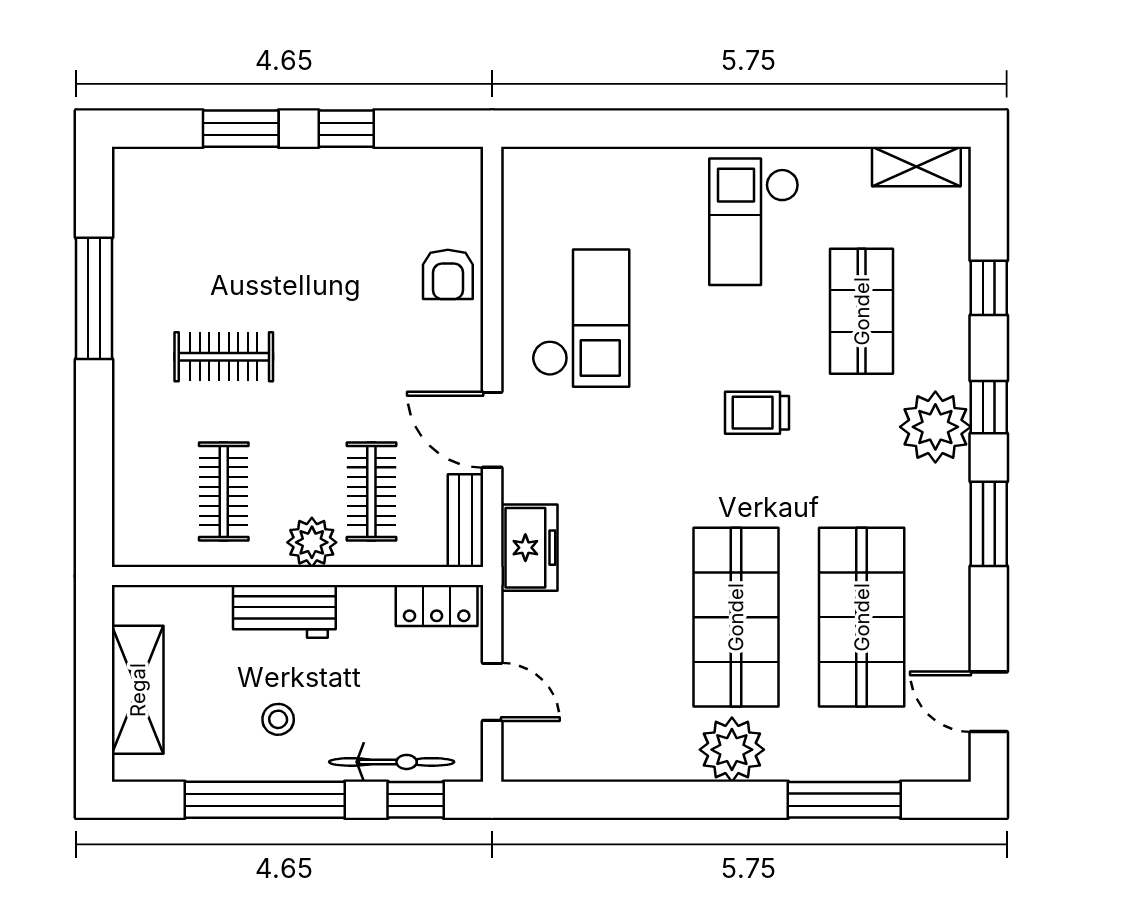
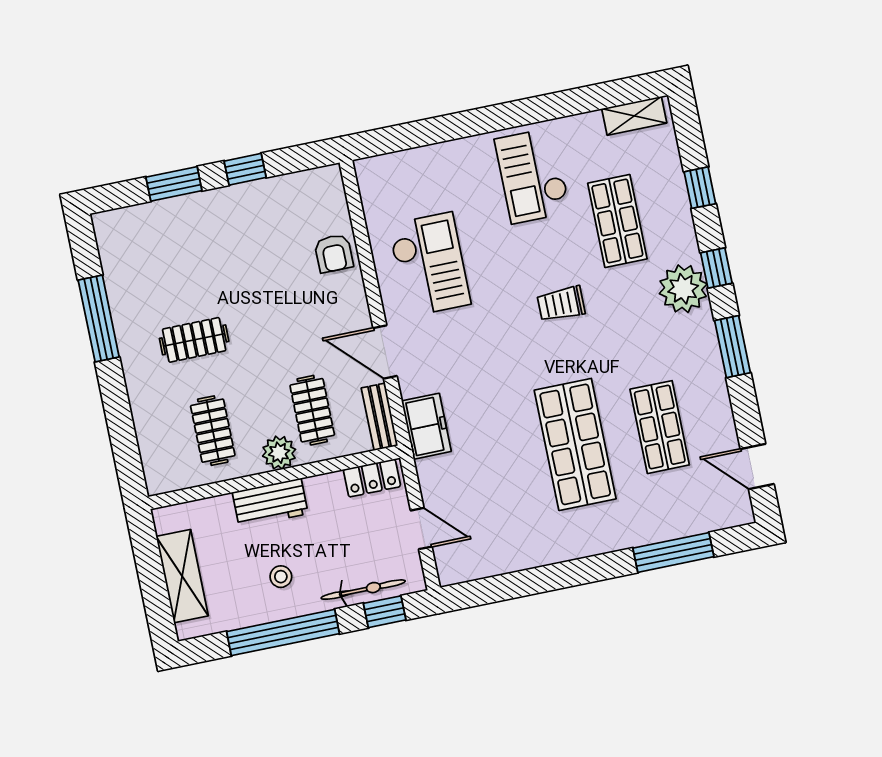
shop shelf: (862, 617) -> (660, 427), width x0.70, depth x0.74
plant: (732, 750) -> (591, 534), removed

